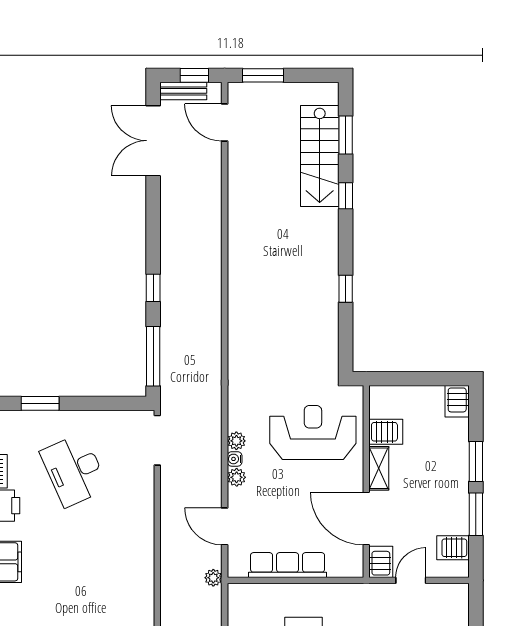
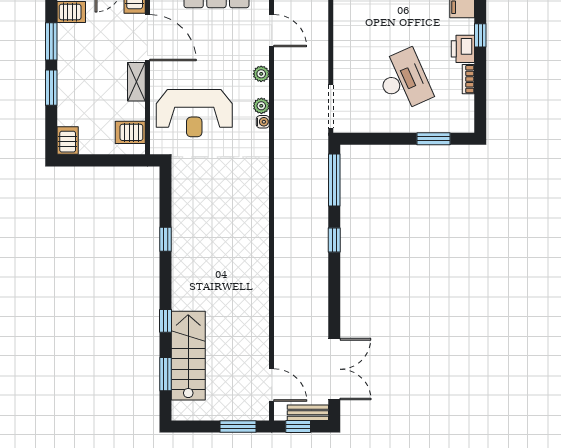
server rack: (386, 432) -> (130, 132), moved
water cooler: (235, 459) -> (263, 122), moved

